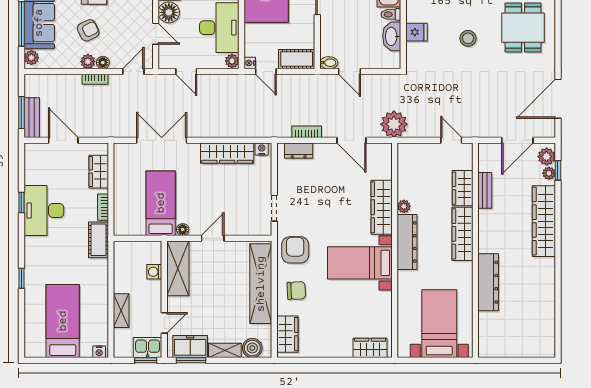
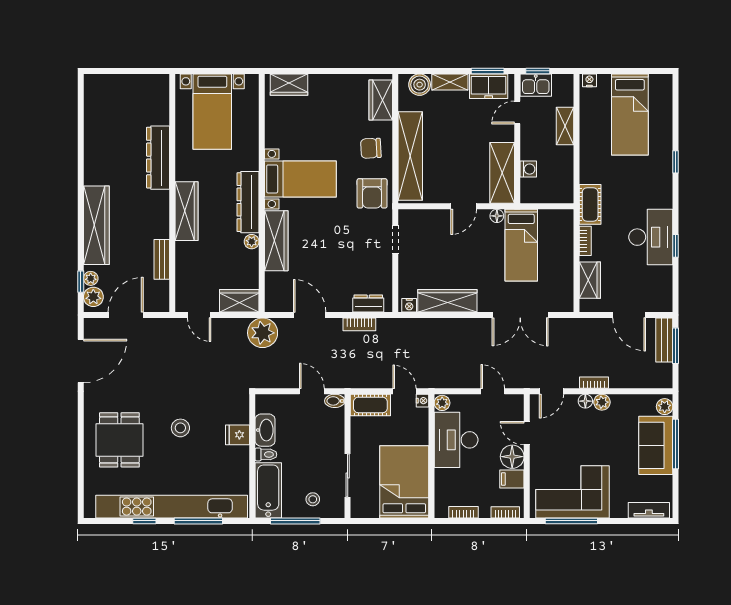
armchair: (88, 30) -> (602, 437), removed
wardrobe: (463, 188) -> (239, 301), moved, turned -90

